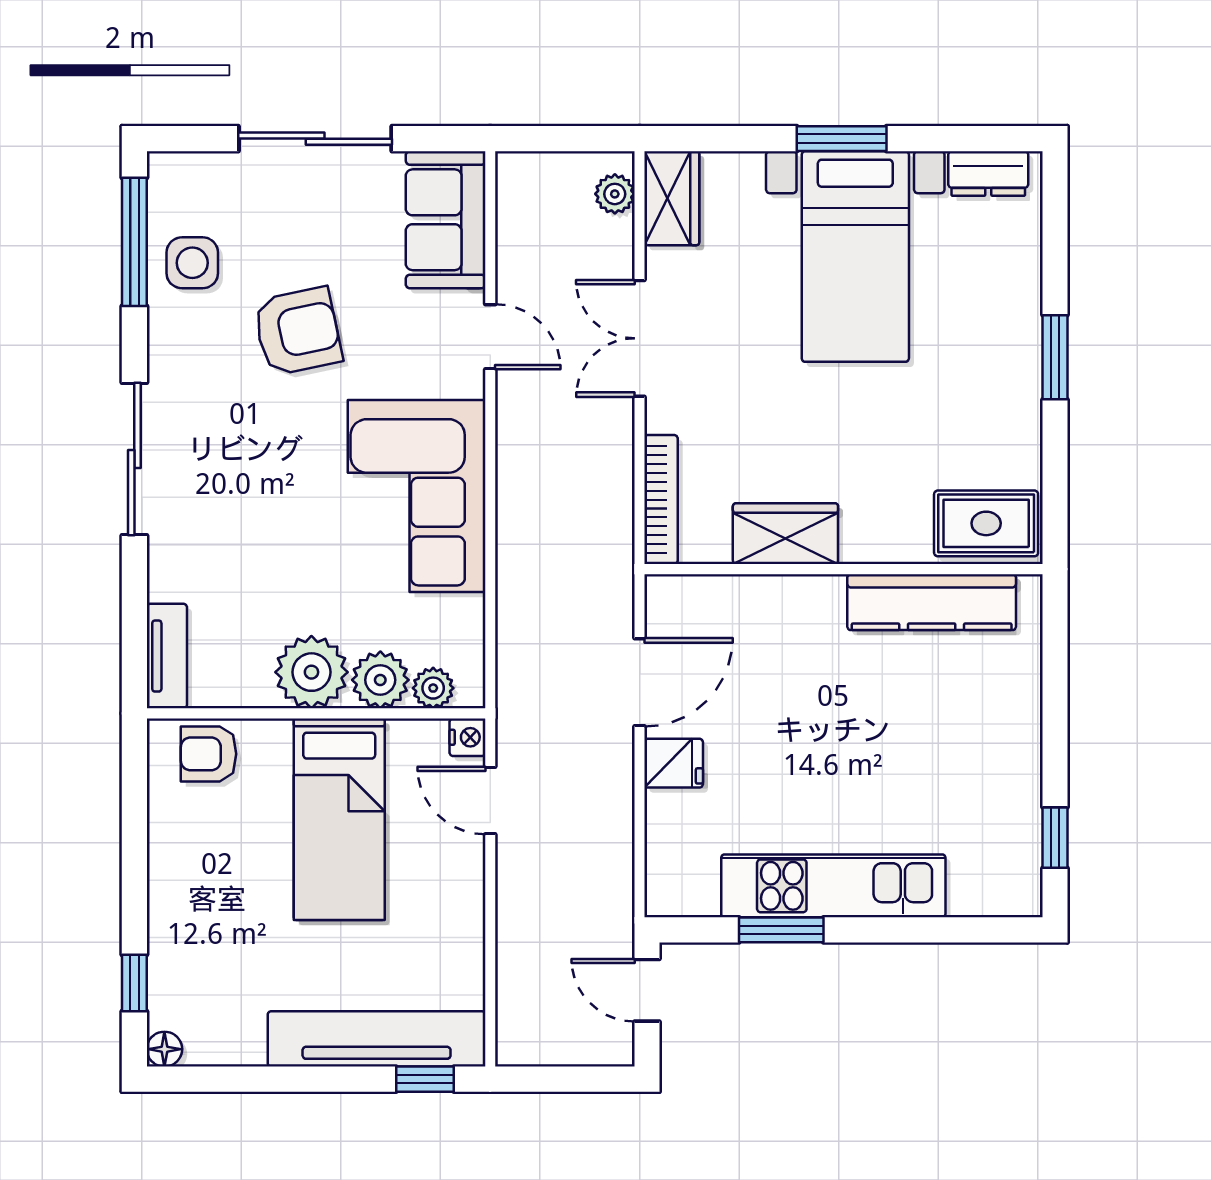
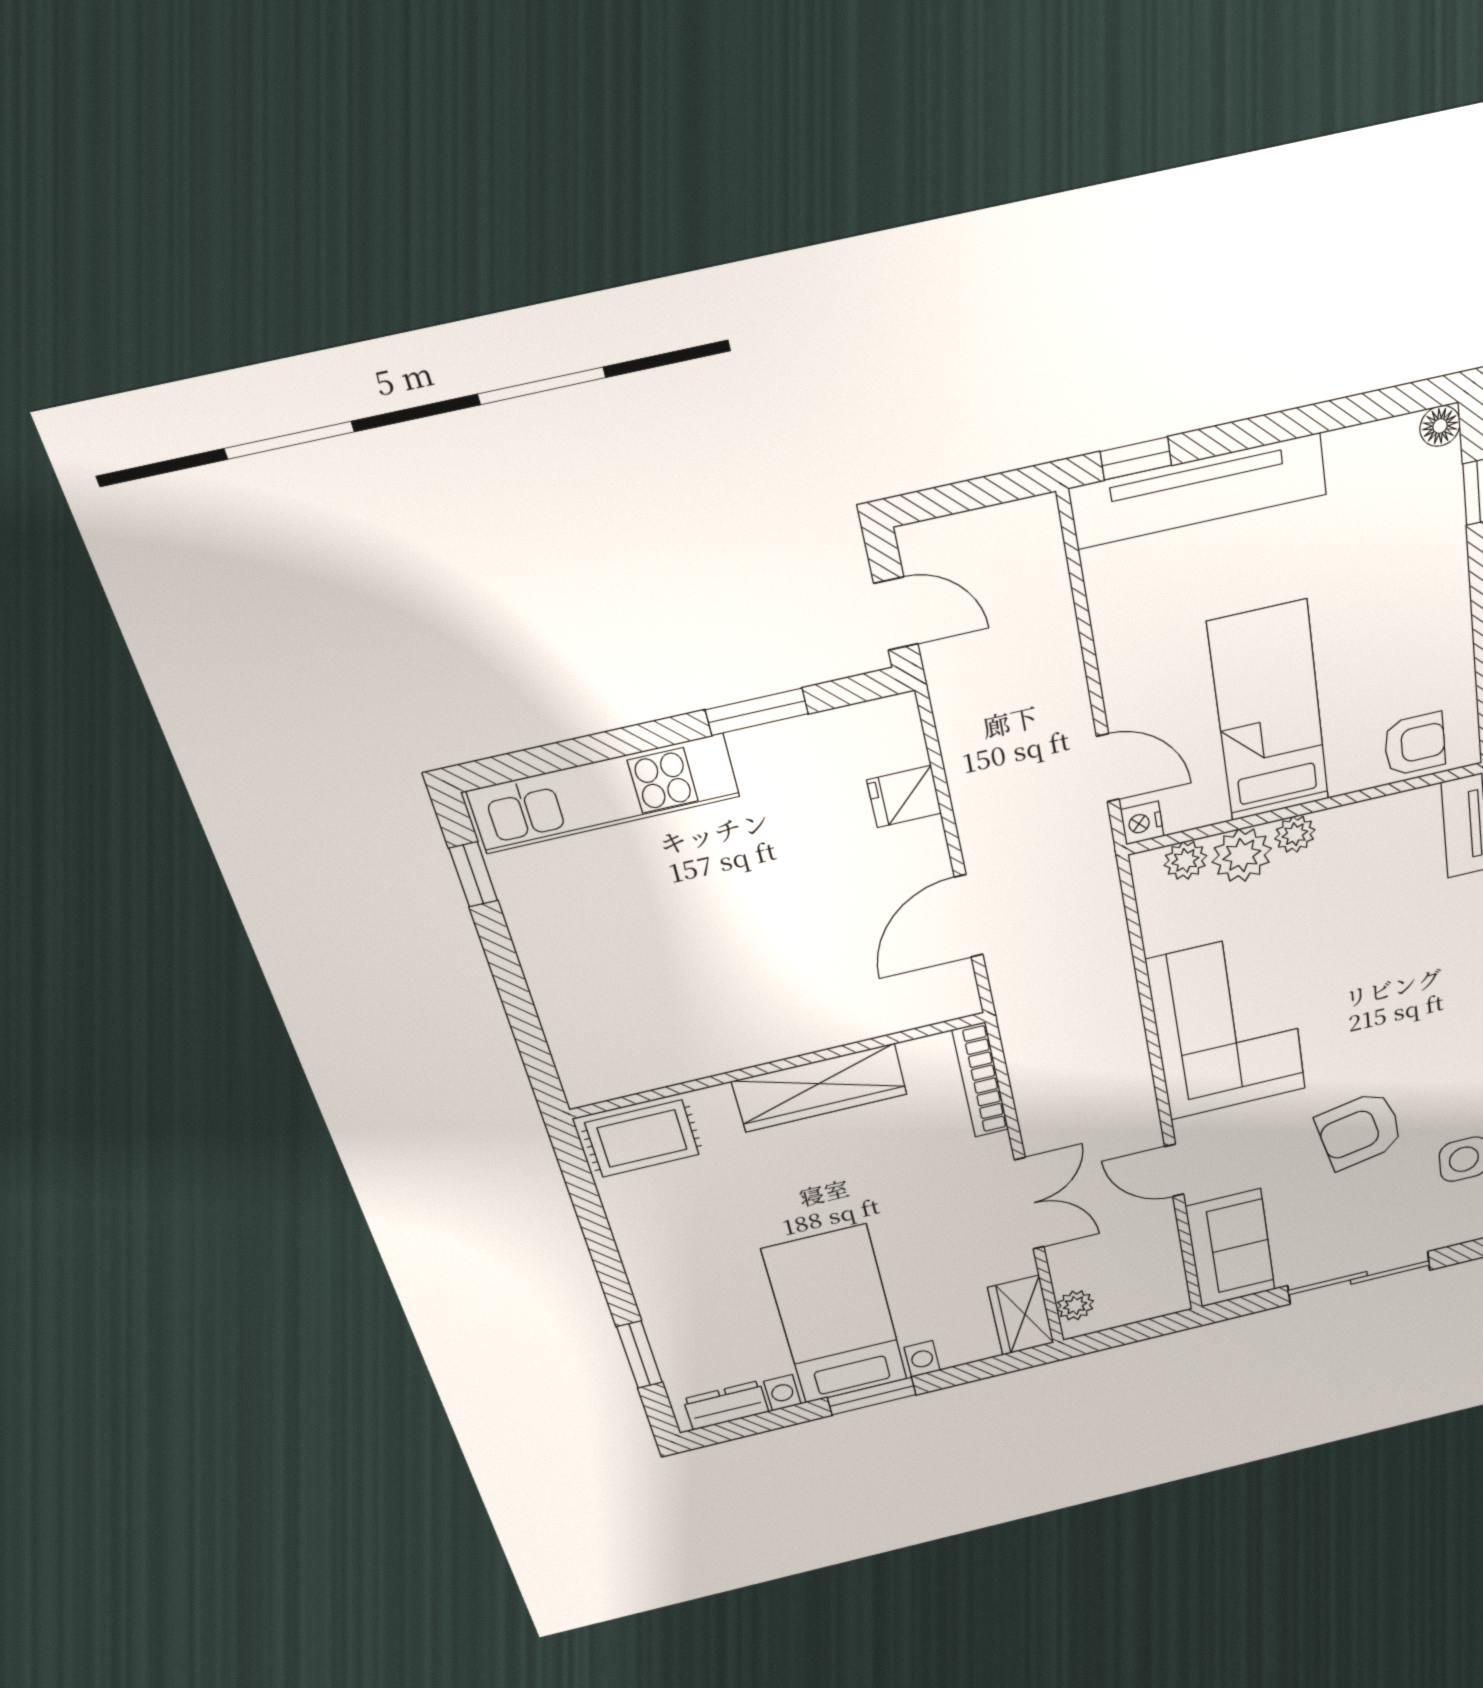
window: (1055, 357) -> (640, 1355), moved
wardrobe: (785, 534) -> (820, 1088), width x1.50
kitchen counter: (932, 602) -> (678, 1059), removed
plant: (311, 672) -> (1295, 834), width x0.53, depth x0.53
fridge: (674, 763) -> (904, 797), moved
kitchen unit: (833, 886) -> (604, 794), moved

